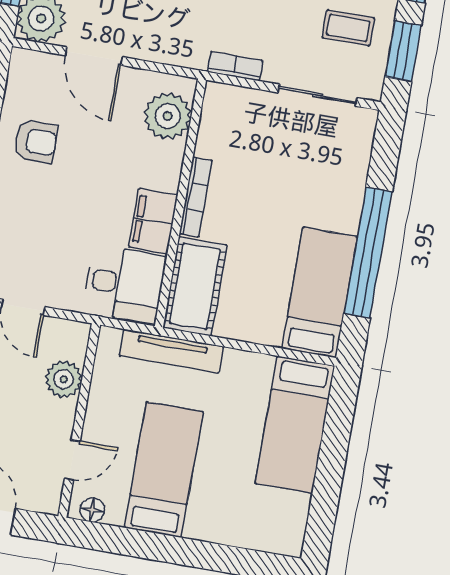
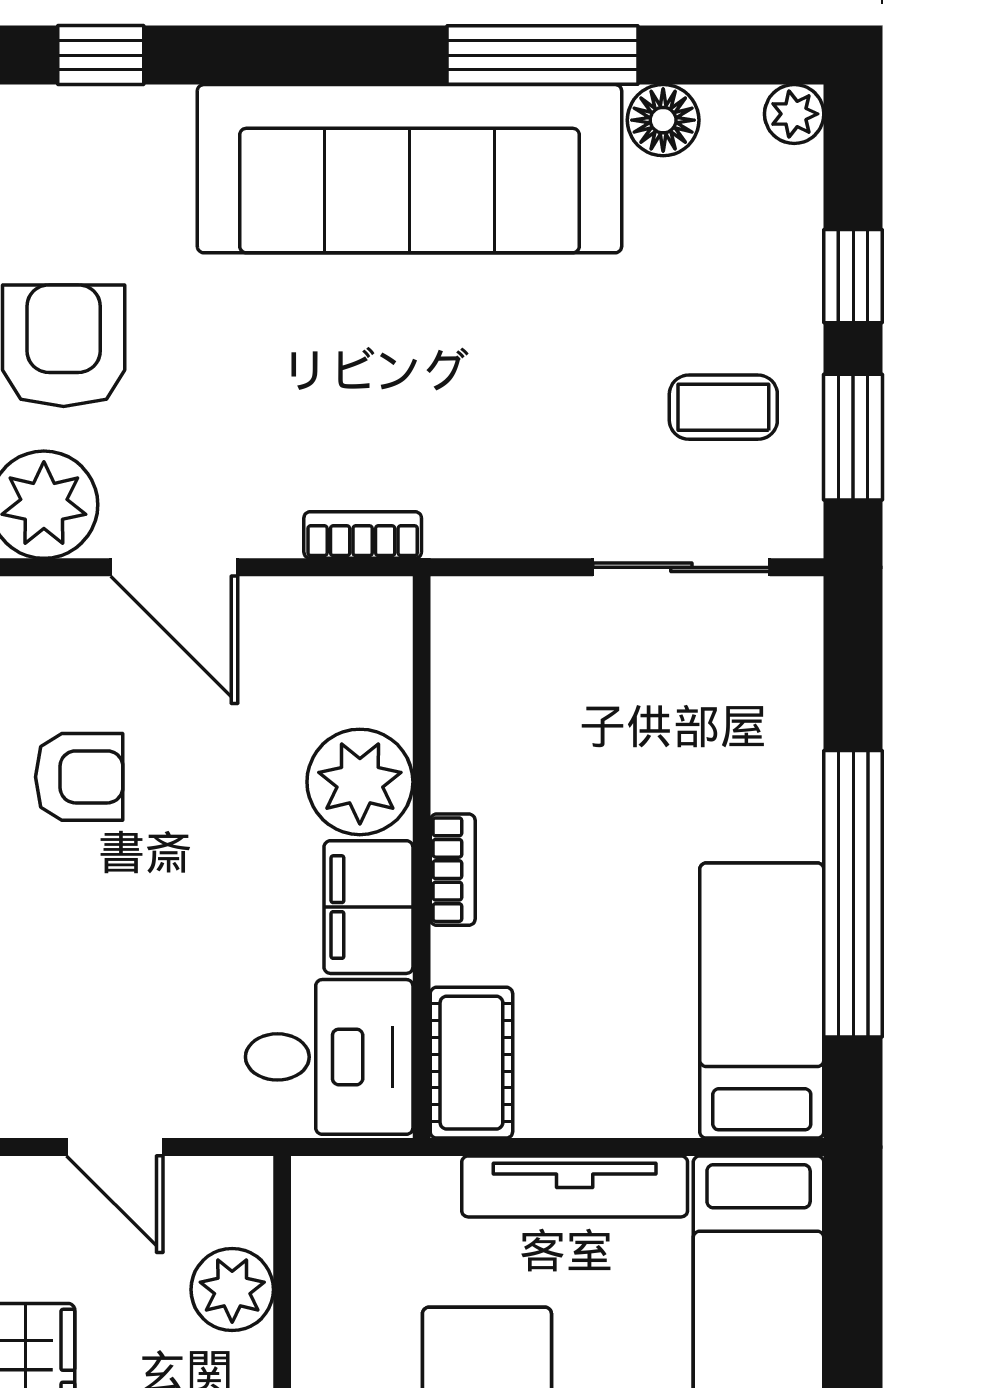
bookcase: (235, 66) -> (363, 535), moved
plant: (168, 116) -> (360, 782), moved
bookcase: (196, 197) -> (453, 870), width x0.64
cot: (195, 286) -> (471, 1063), width x0.73, depth x0.75
tv unit: (171, 351) -> (575, 1186), moved

